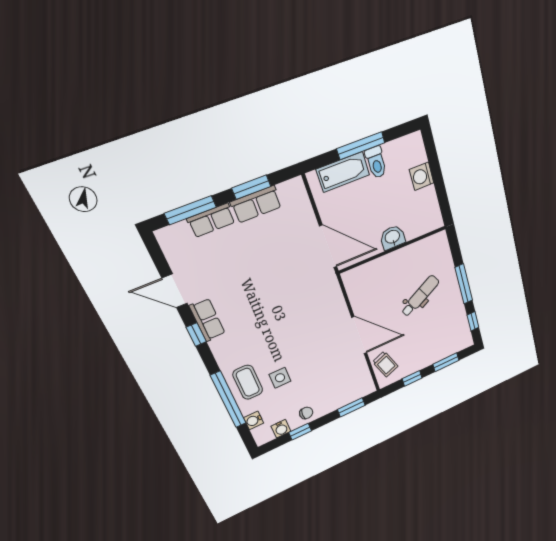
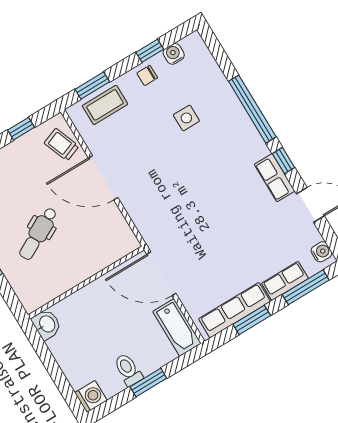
window: (361, 146) -> (148, 383), width x0.69
bathtub: (343, 172) -> (177, 327), moved, turned -90
washing machine: (422, 176) -> (91, 396), moved
row of seats: (256, 204) -> (234, 310), width x1.48
washbasin: (393, 237) -> (47, 324), moved, turned -90
coffee table: (248, 382) -> (105, 105), moved, turned 90
window: (228, 400) -> (252, 109), moved
water cooler: (254, 420) -> (321, 252), moved

